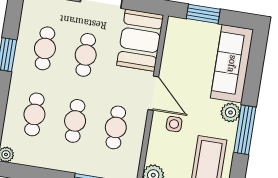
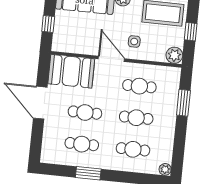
window: (203, 14) -> (48, 24), width x0.67
door: (153, 93) -> (111, 59), hinge flipped

